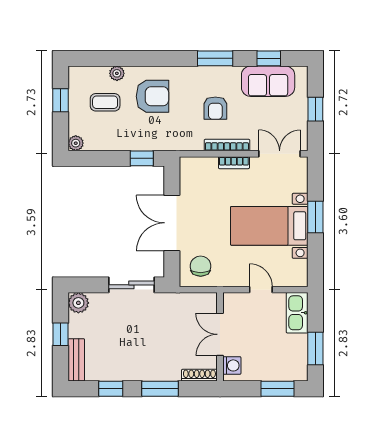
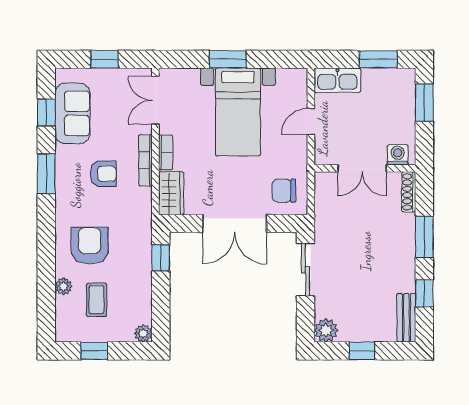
wardrobe: (198, 167) -> (171, 193), added
bench: (76, 360) -> (406, 318), moved, turned 90

